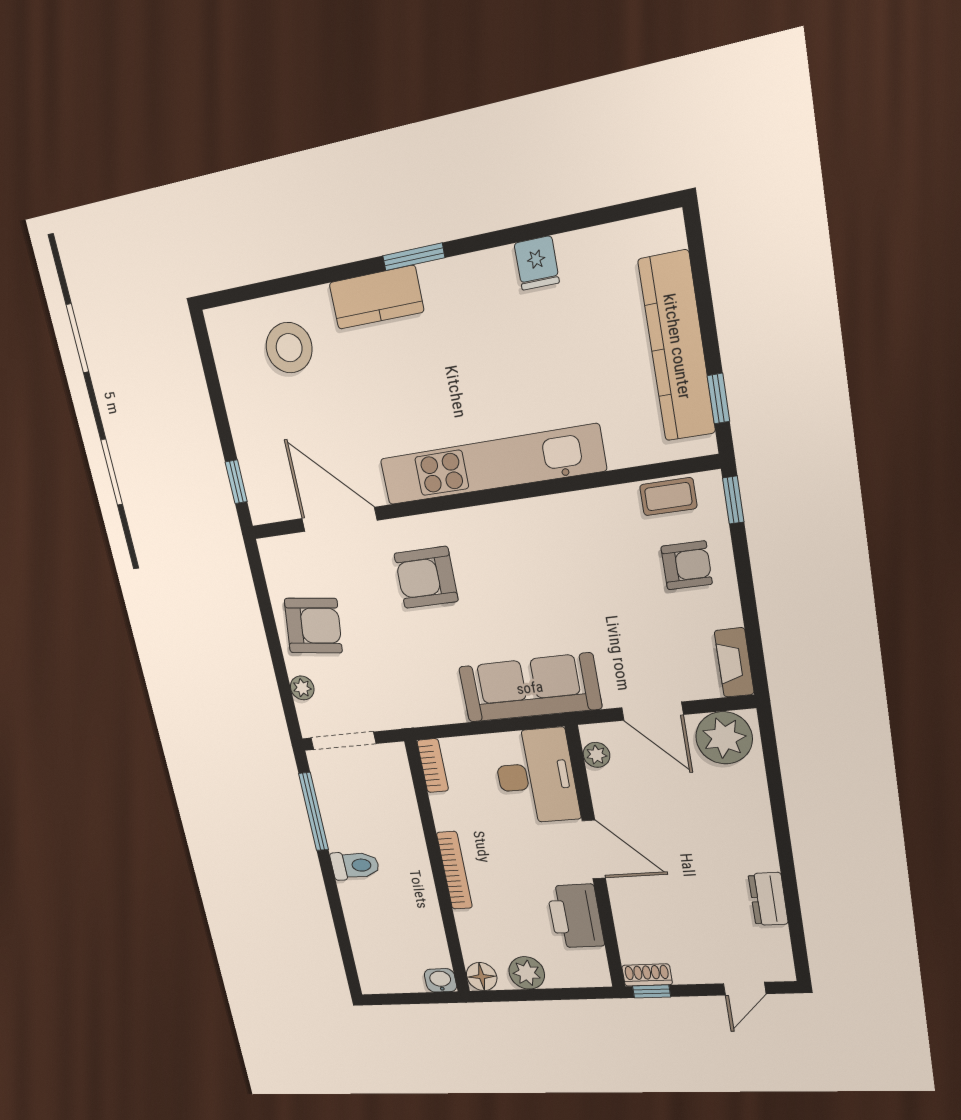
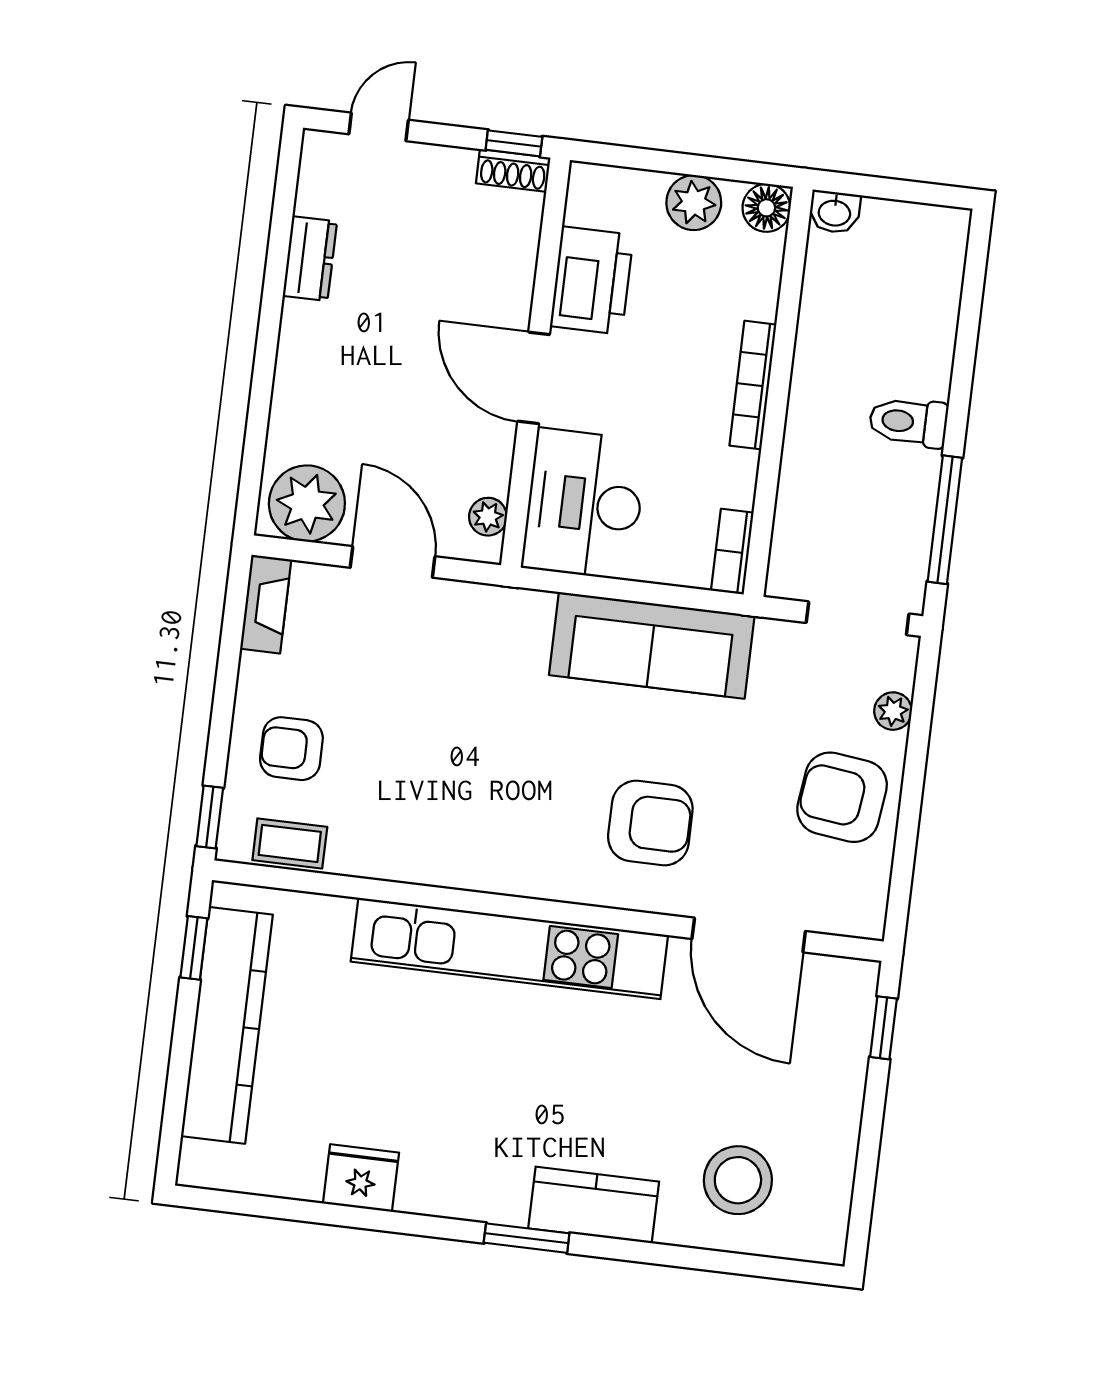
fridge: (537, 263) -> (361, 1178), width x1.38
sofa: (530, 688) -> (652, 645), moved

